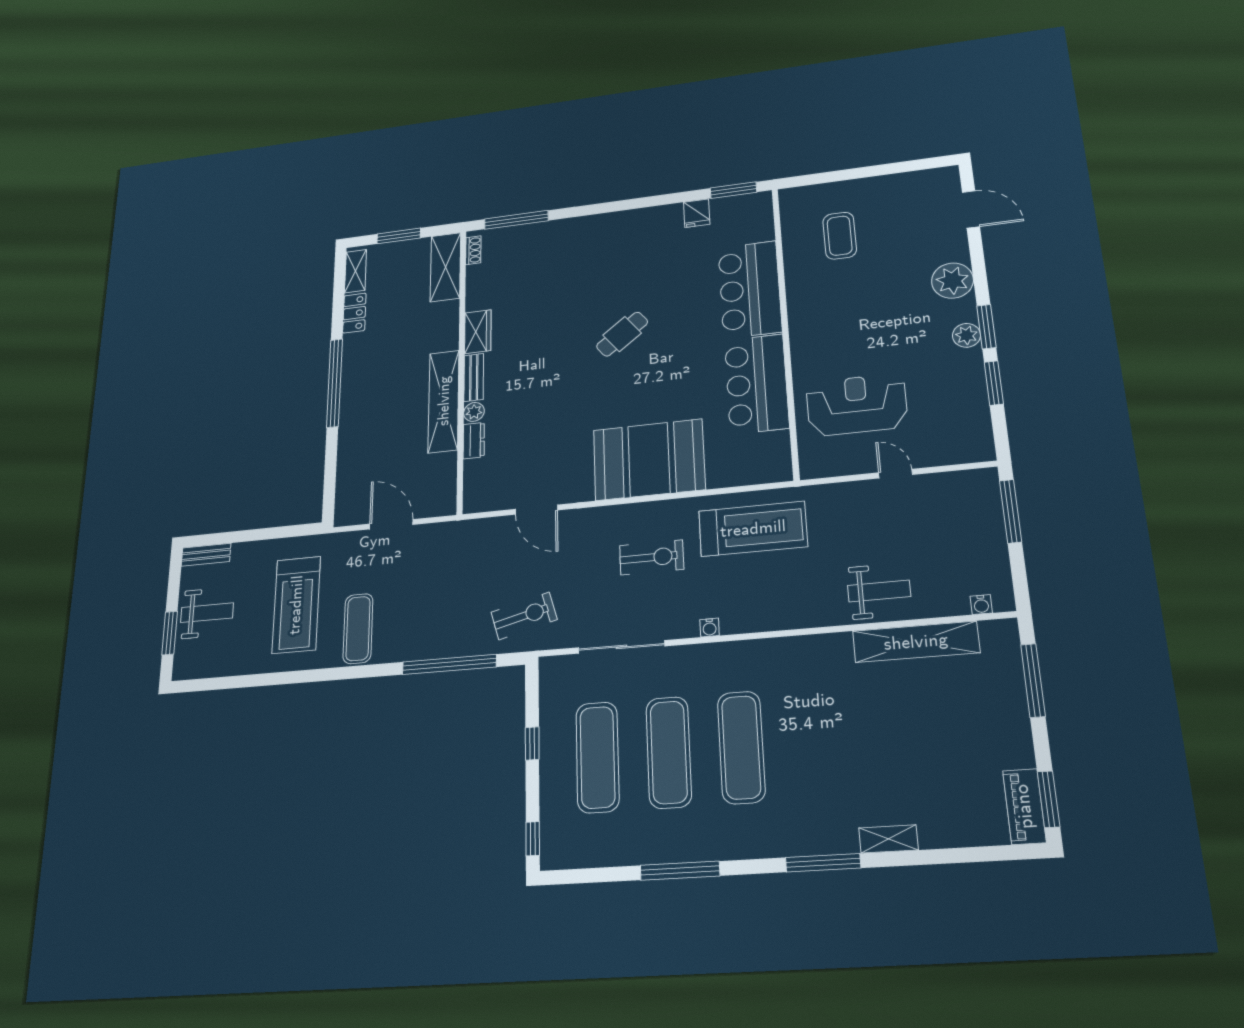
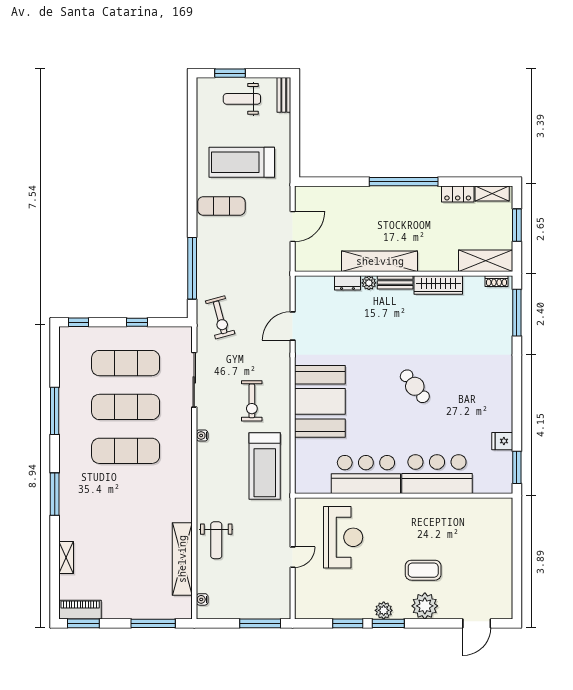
coffee table: (840, 236) -> (423, 570), moved
wardrobe: (478, 332) -> (438, 285), width x1.50
weight bench: (207, 613) -> (242, 99), turned 90
shelving: (888, 839) -> (66, 557), moved

